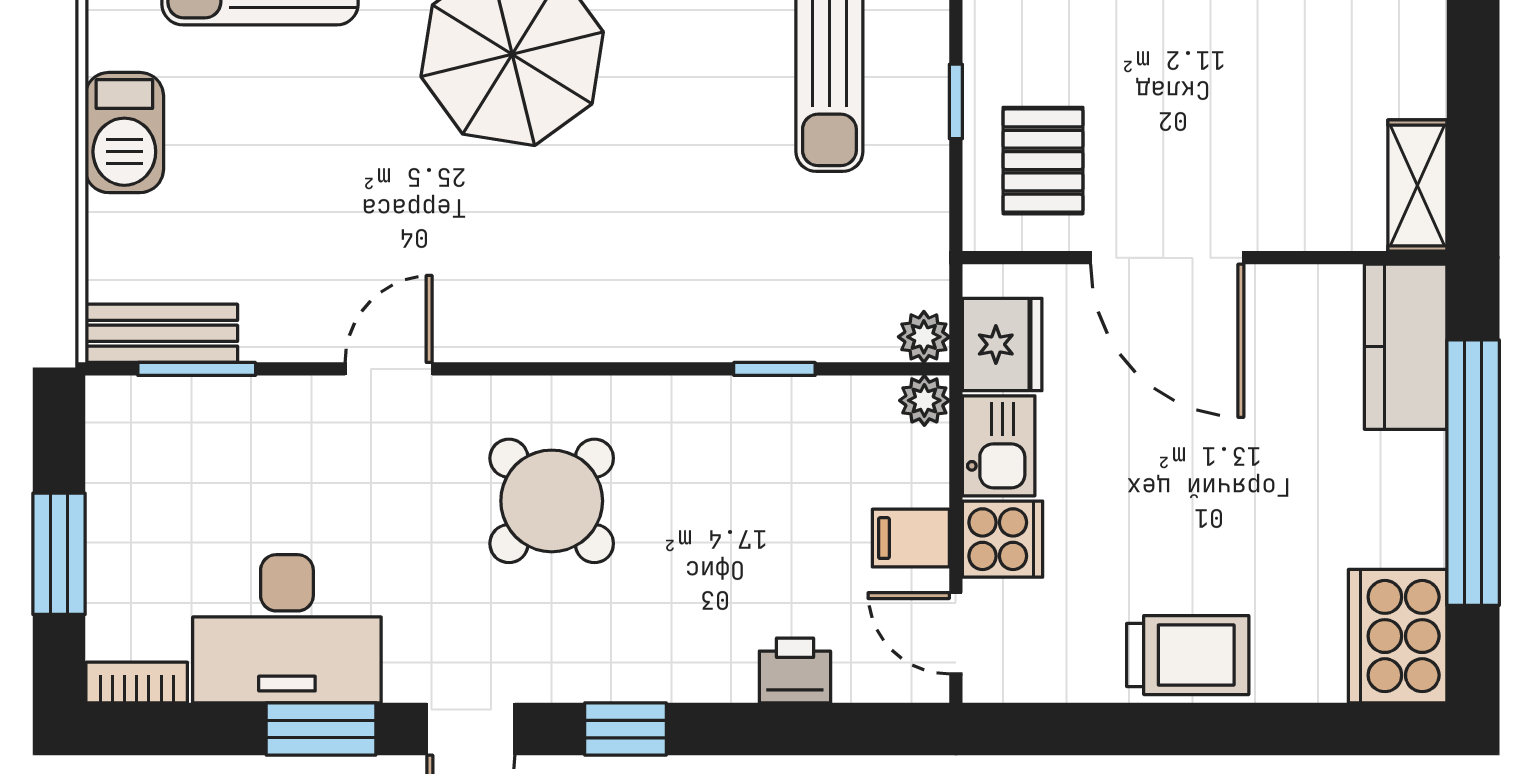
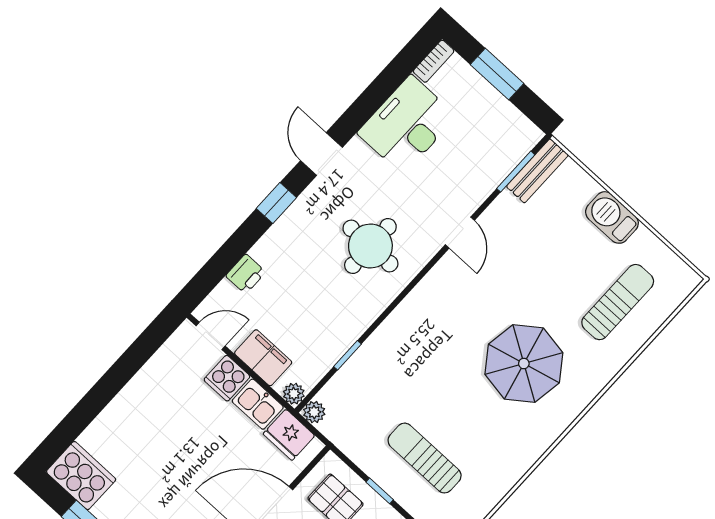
round table: (552, 501) -> (370, 246), turned 45
filing cabinet: (911, 538) -> (263, 358), width x2.00
trolley: (1188, 655) -> (136, 403), removed
window: (321, 729) -> (365, 106), removed

